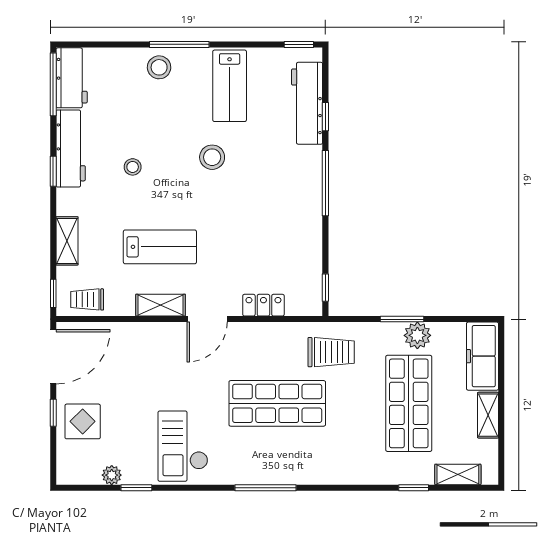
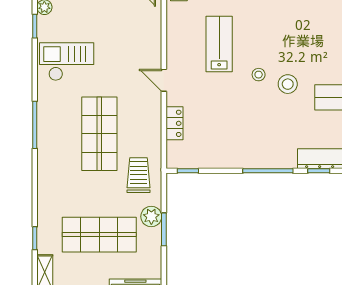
stool: (133, 167) -> (259, 75), moved
lab bench: (160, 247) -> (219, 44), turned 180
shelving: (161, 305) -> (175, 45), removed
door: (207, 319) -> (164, 80), width x0.73
plant: (417, 335) -> (151, 217), moved
trolley: (331, 352) -> (139, 175), turned 180

